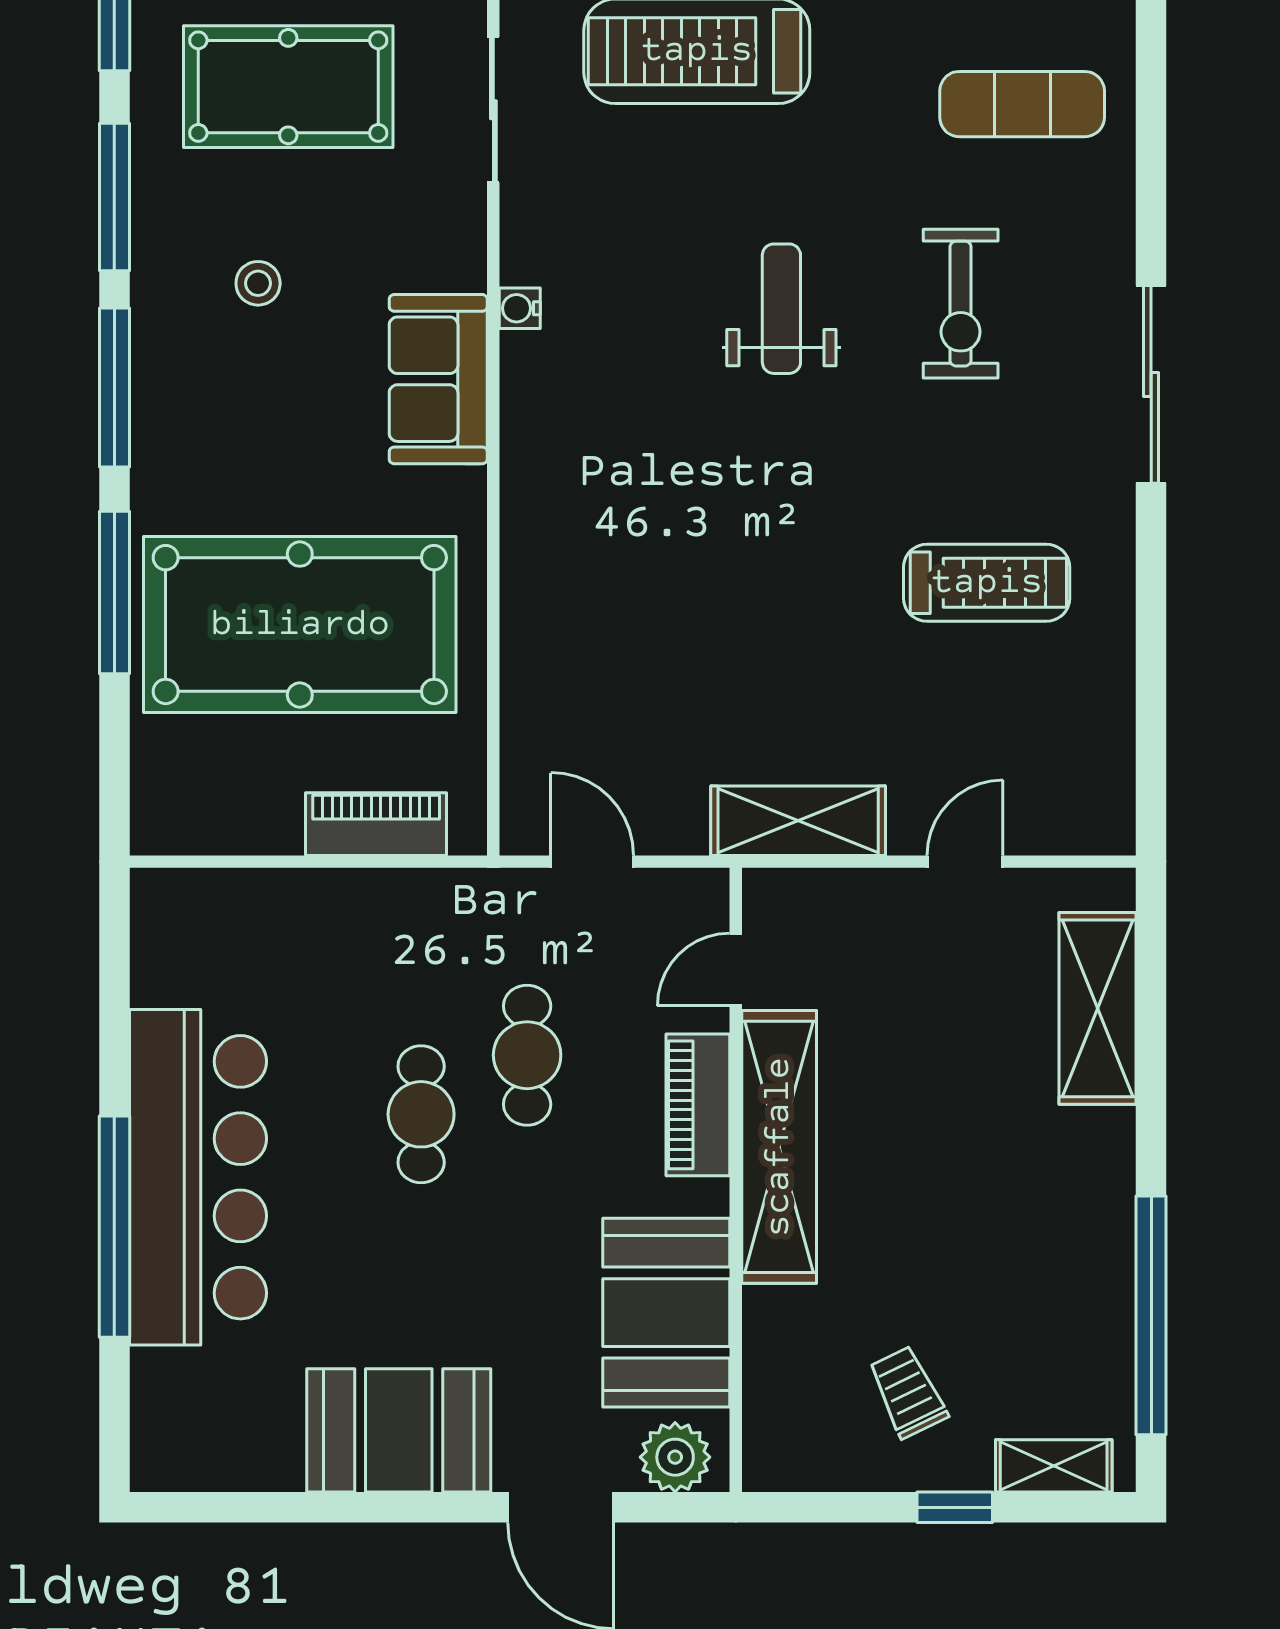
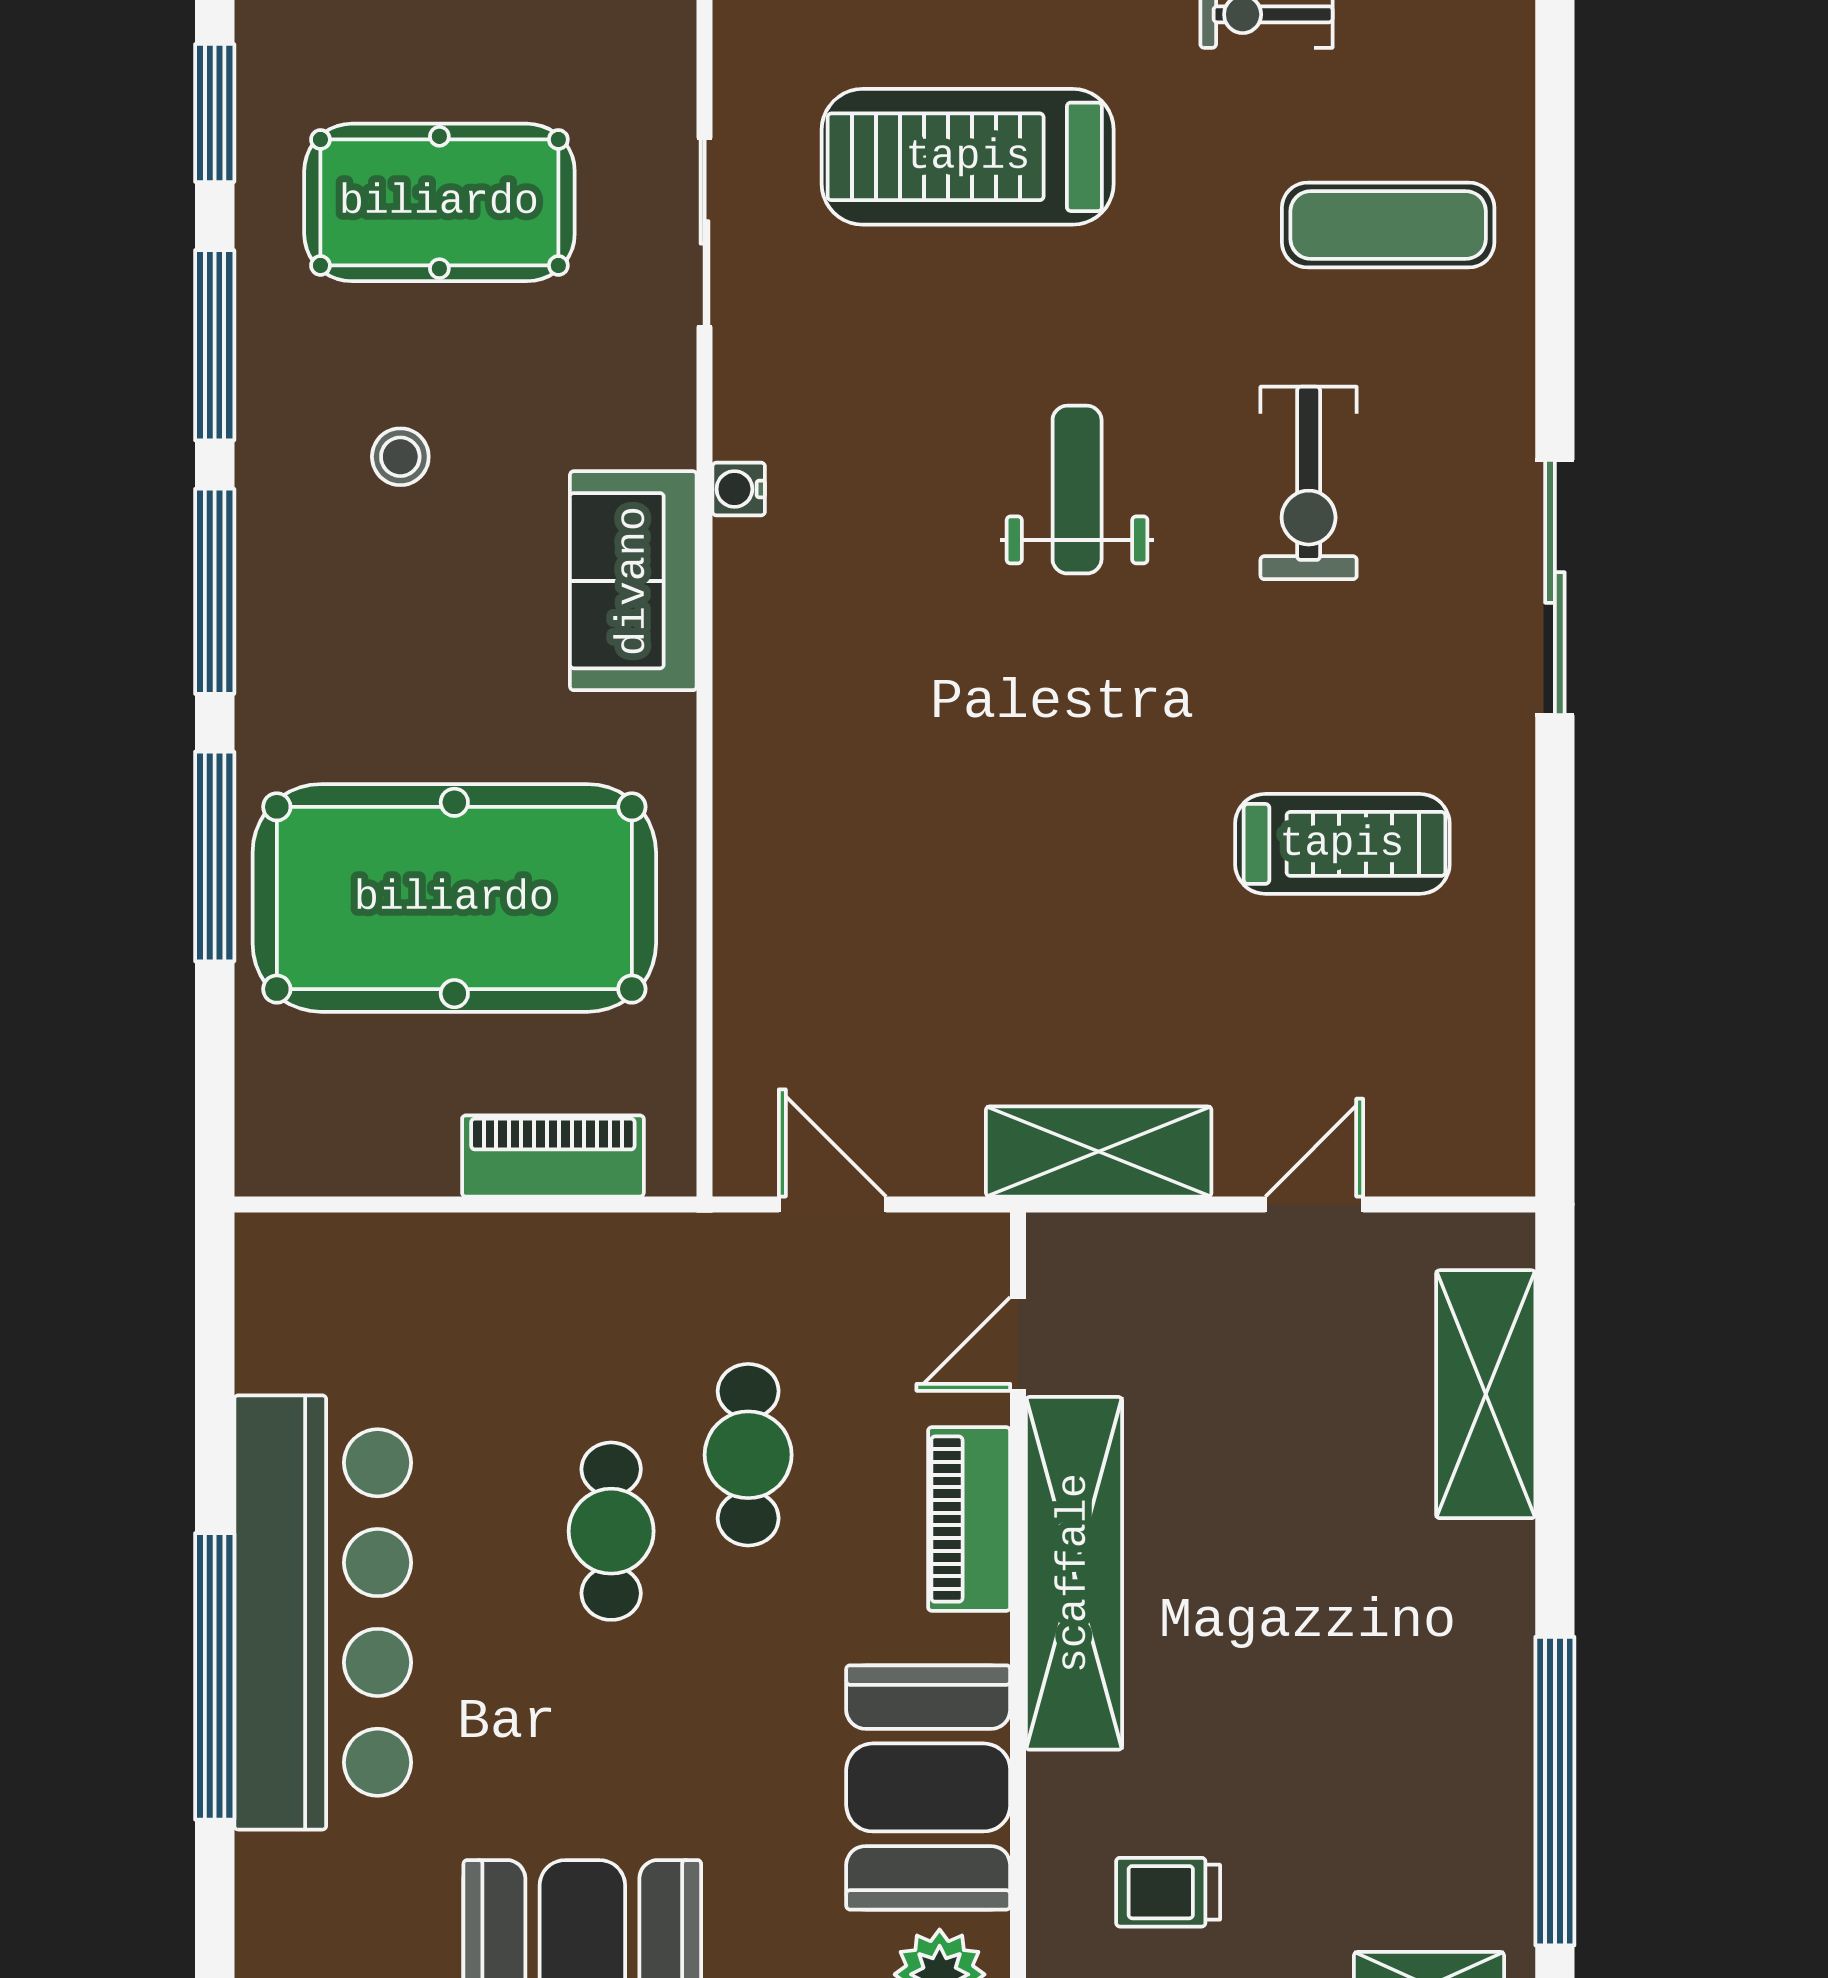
trolley: (908, 1392) -> (1168, 1892), moved, turned -64

